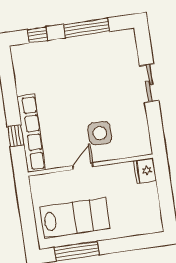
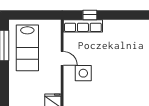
row of seats: (31, 133) -> (83, 26), width x0.73

